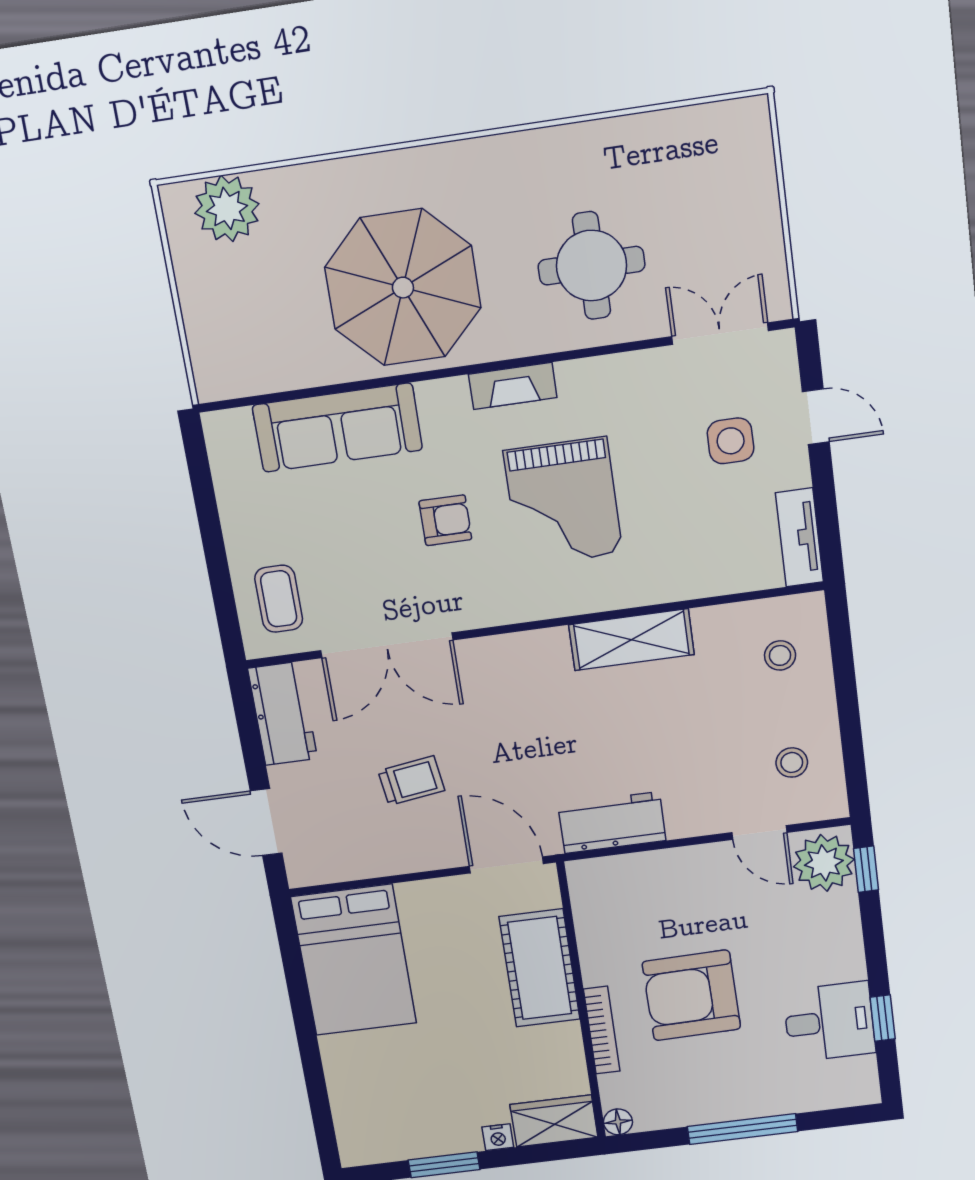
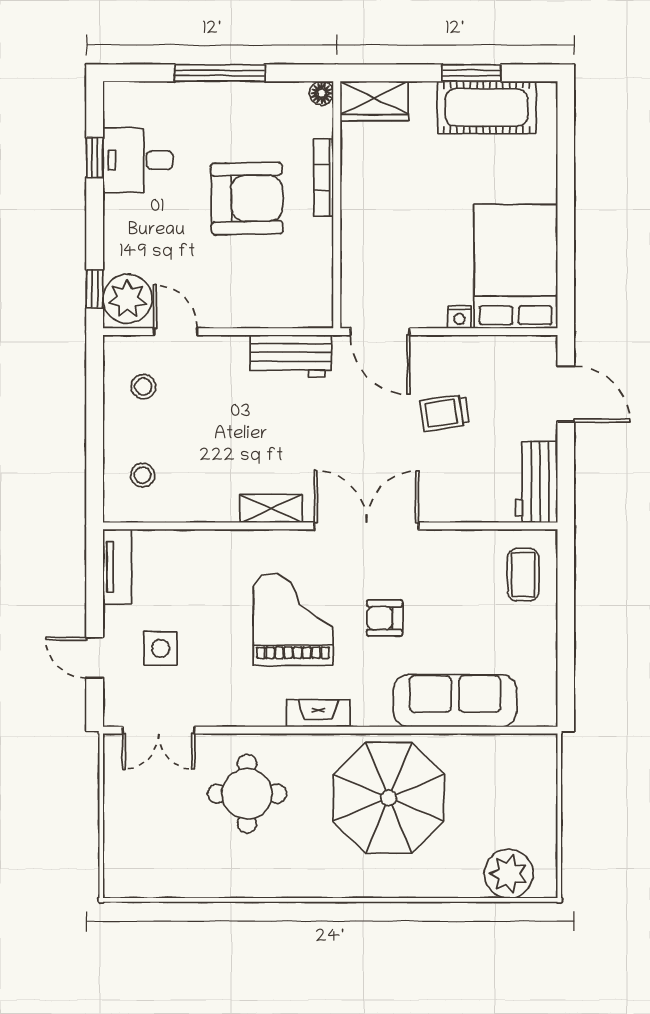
shelving: (631, 640) -> (271, 509), width x0.67, depth x0.75
double door: (387, 645) -> (366, 526), moved
cot: (540, 968) -> (487, 107), moved, turned 90
nightstand: (498, 1137) -> (460, 317), moved, turned 180

